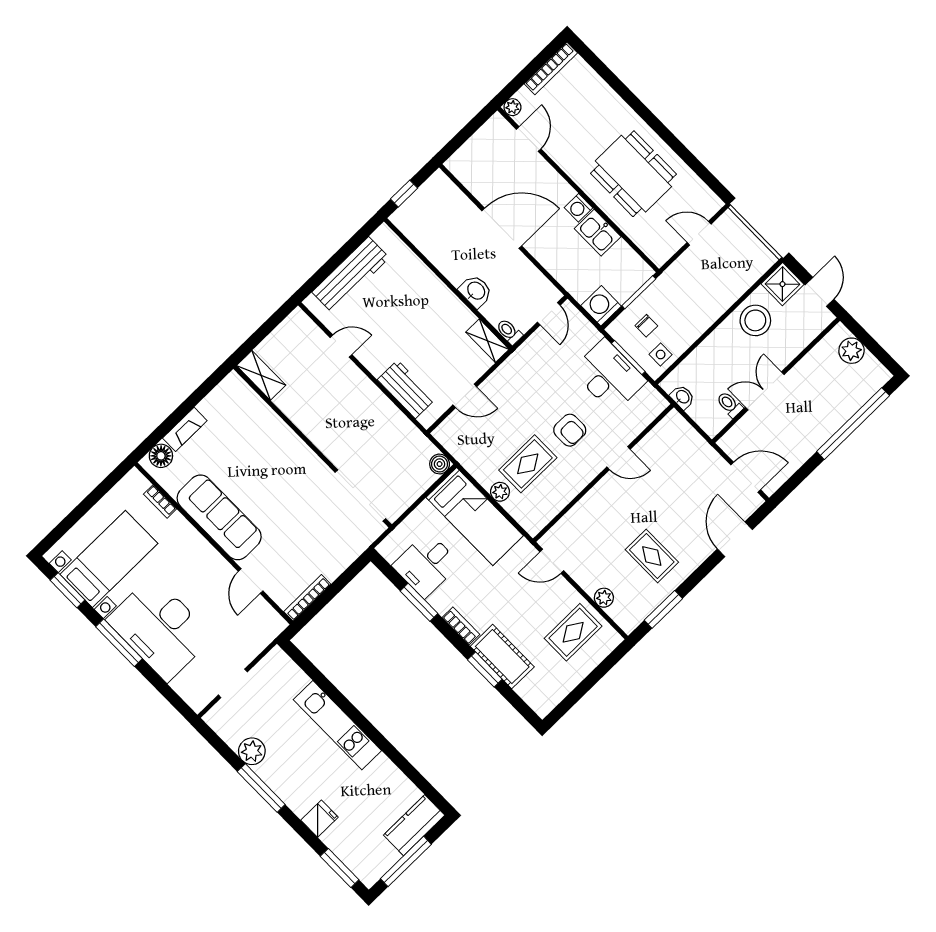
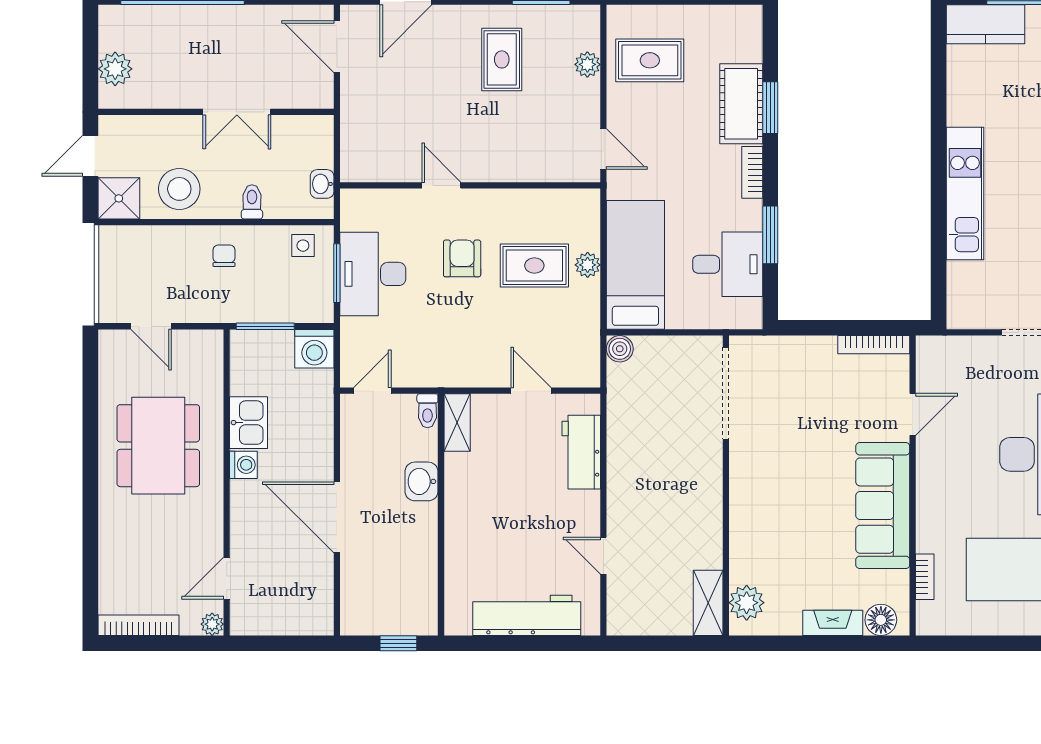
chair: (646, 326) -> (224, 256), moved
plant: (241, 395) -> (747, 603), added
toilet: (730, 405) -> (252, 202), moved, turned 180

